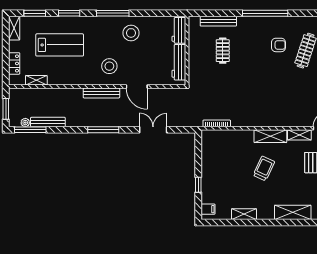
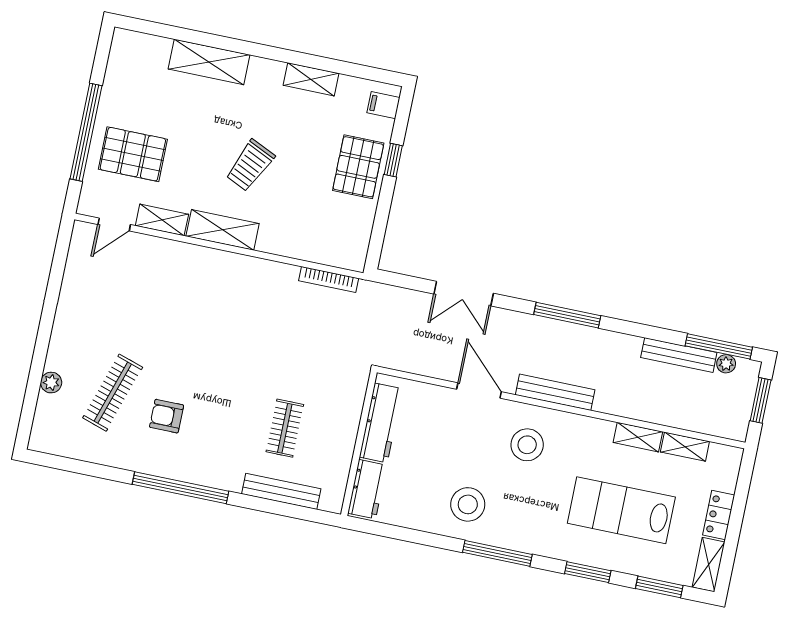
locker: (14, 63) -> (719, 515), moved
shelving: (59, 80) -> (638, 437), added
pallet: (214, 178) -> (358, 167), added

